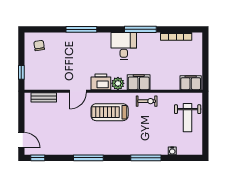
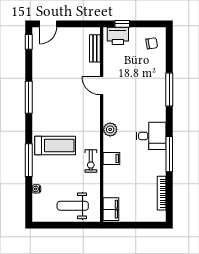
printer: (101, 82) -> (118, 36), moved, turned 90
filing cabinet: (139, 82) -> (111, 158), width x0.50
treadmill: (110, 112) -> (55, 145), moved, turned 90

